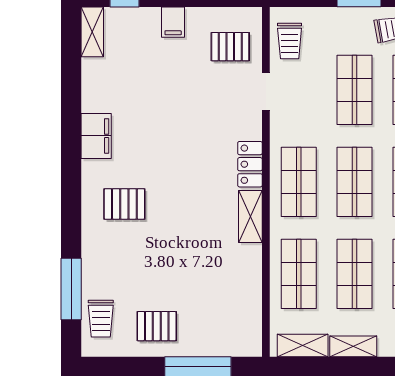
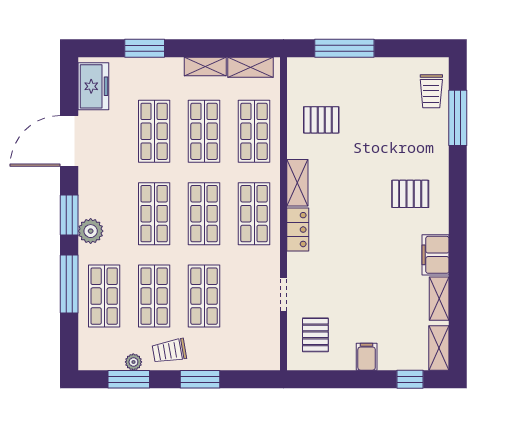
trolley: (290, 41) -> (262, 340), removed
pallet: (230, 47) -> (315, 335), turned 90
shelving: (92, 87) -> (439, 299), added
trolley: (101, 319) -> (431, 91), turned 180
pallet: (157, 326) -> (321, 120), moved

